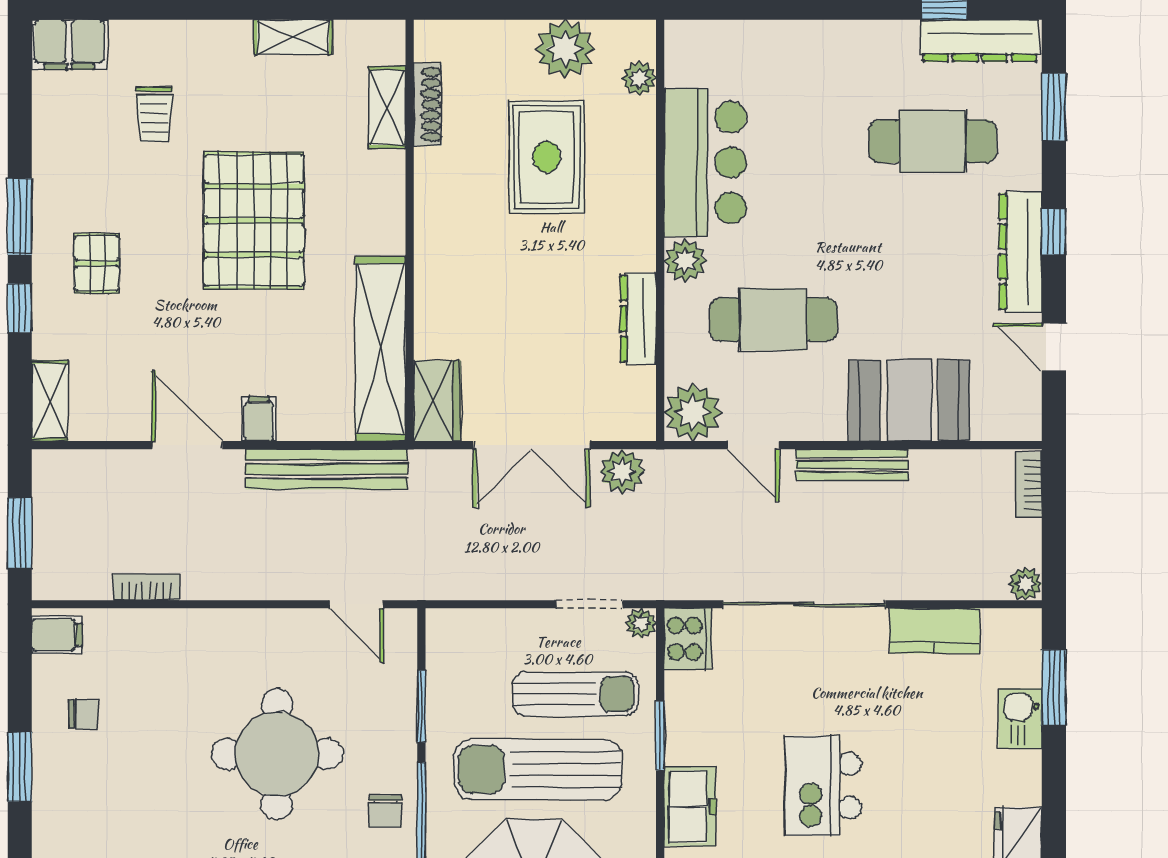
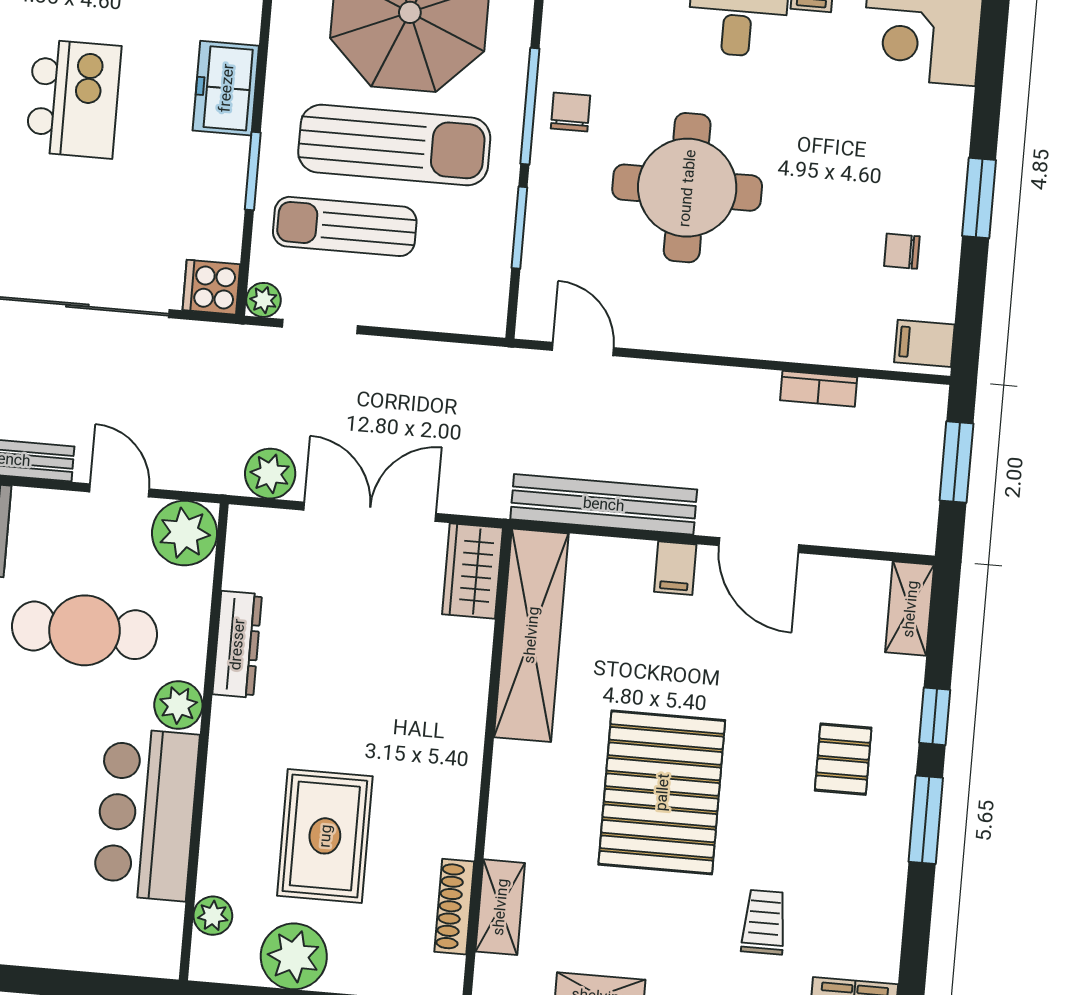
cooker: (688, 639) -> (211, 287), width x0.73

